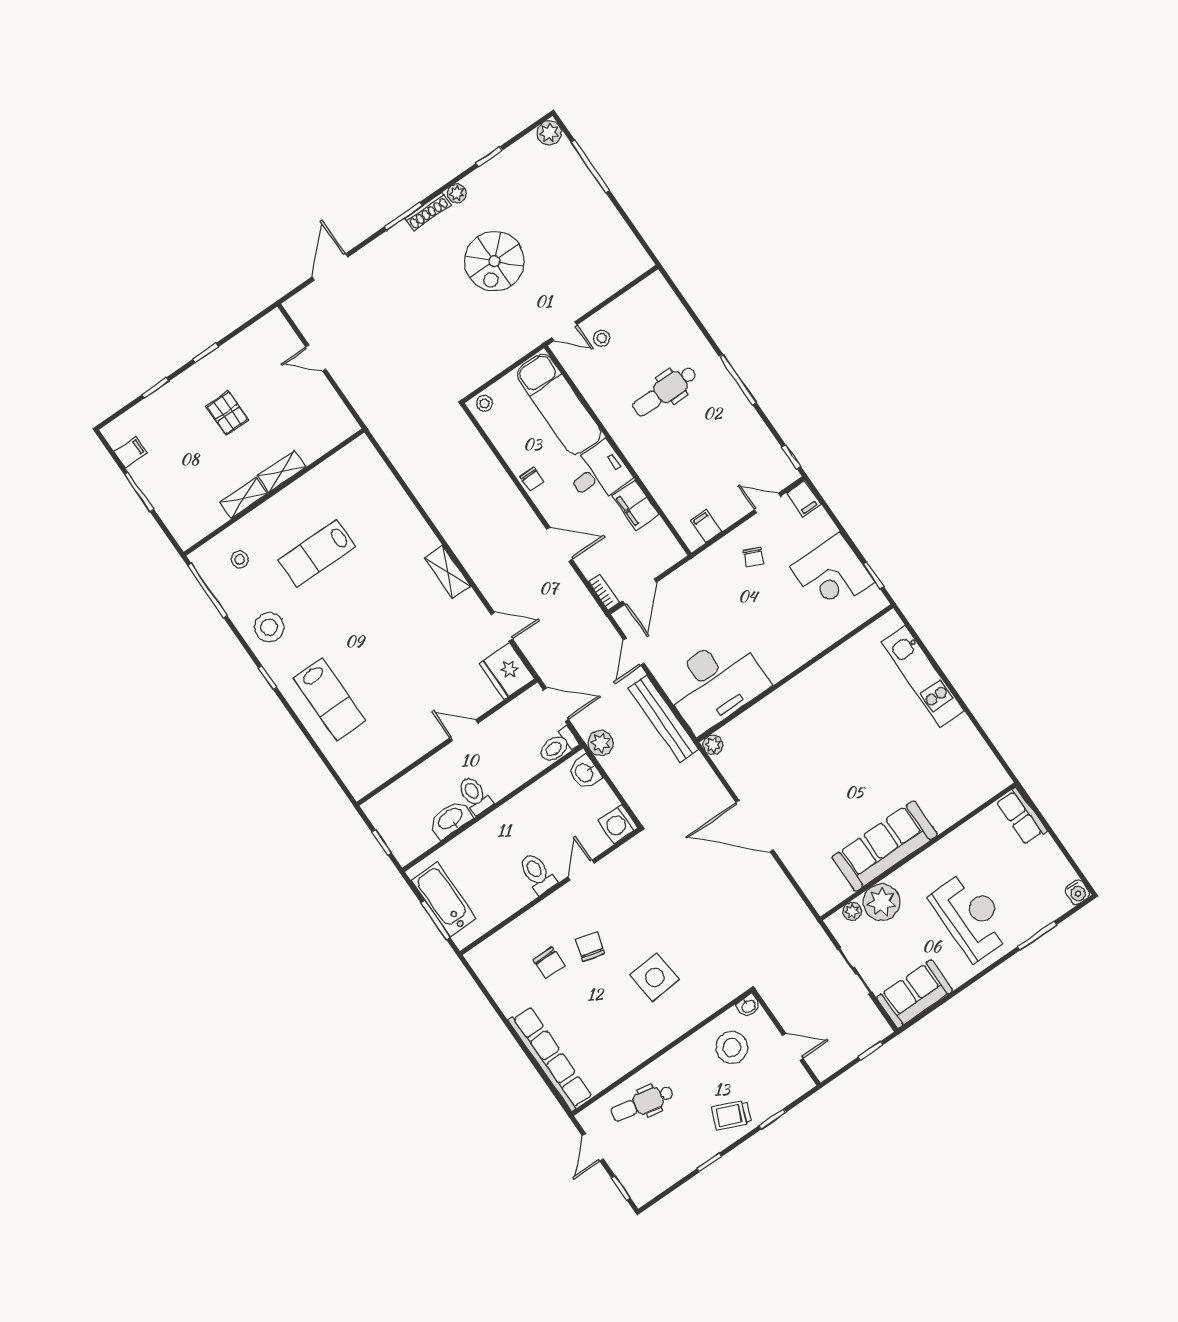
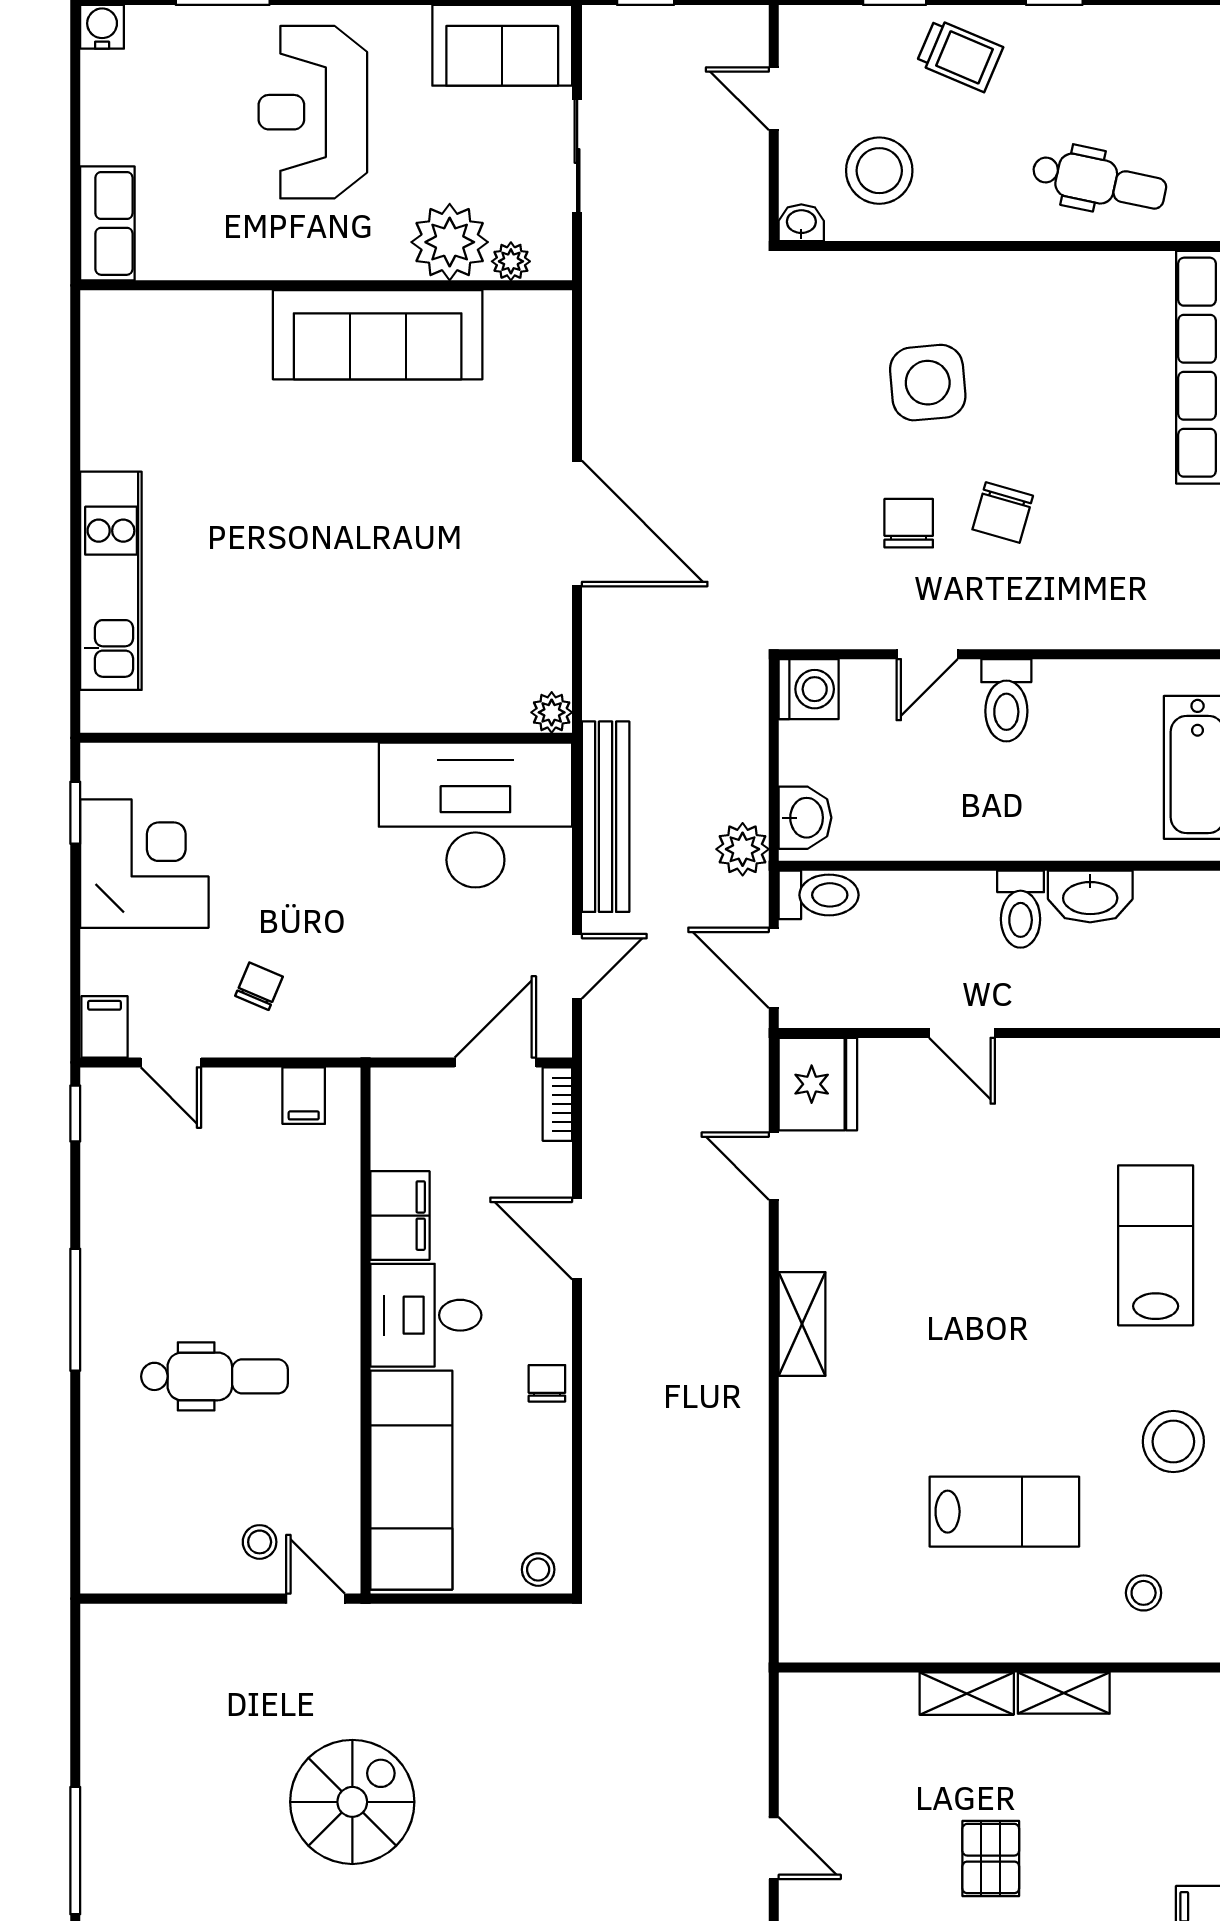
chair: (549, 963) -> (909, 523), moved

